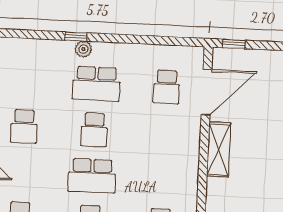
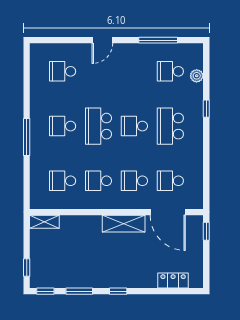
plant: (83, 49) -> (197, 76), moved
school desk: (24, 126) -> (170, 71), moved
school desk: (164, 133) -> (134, 181), added
school desk: (162, 179) -> (98, 181), added

